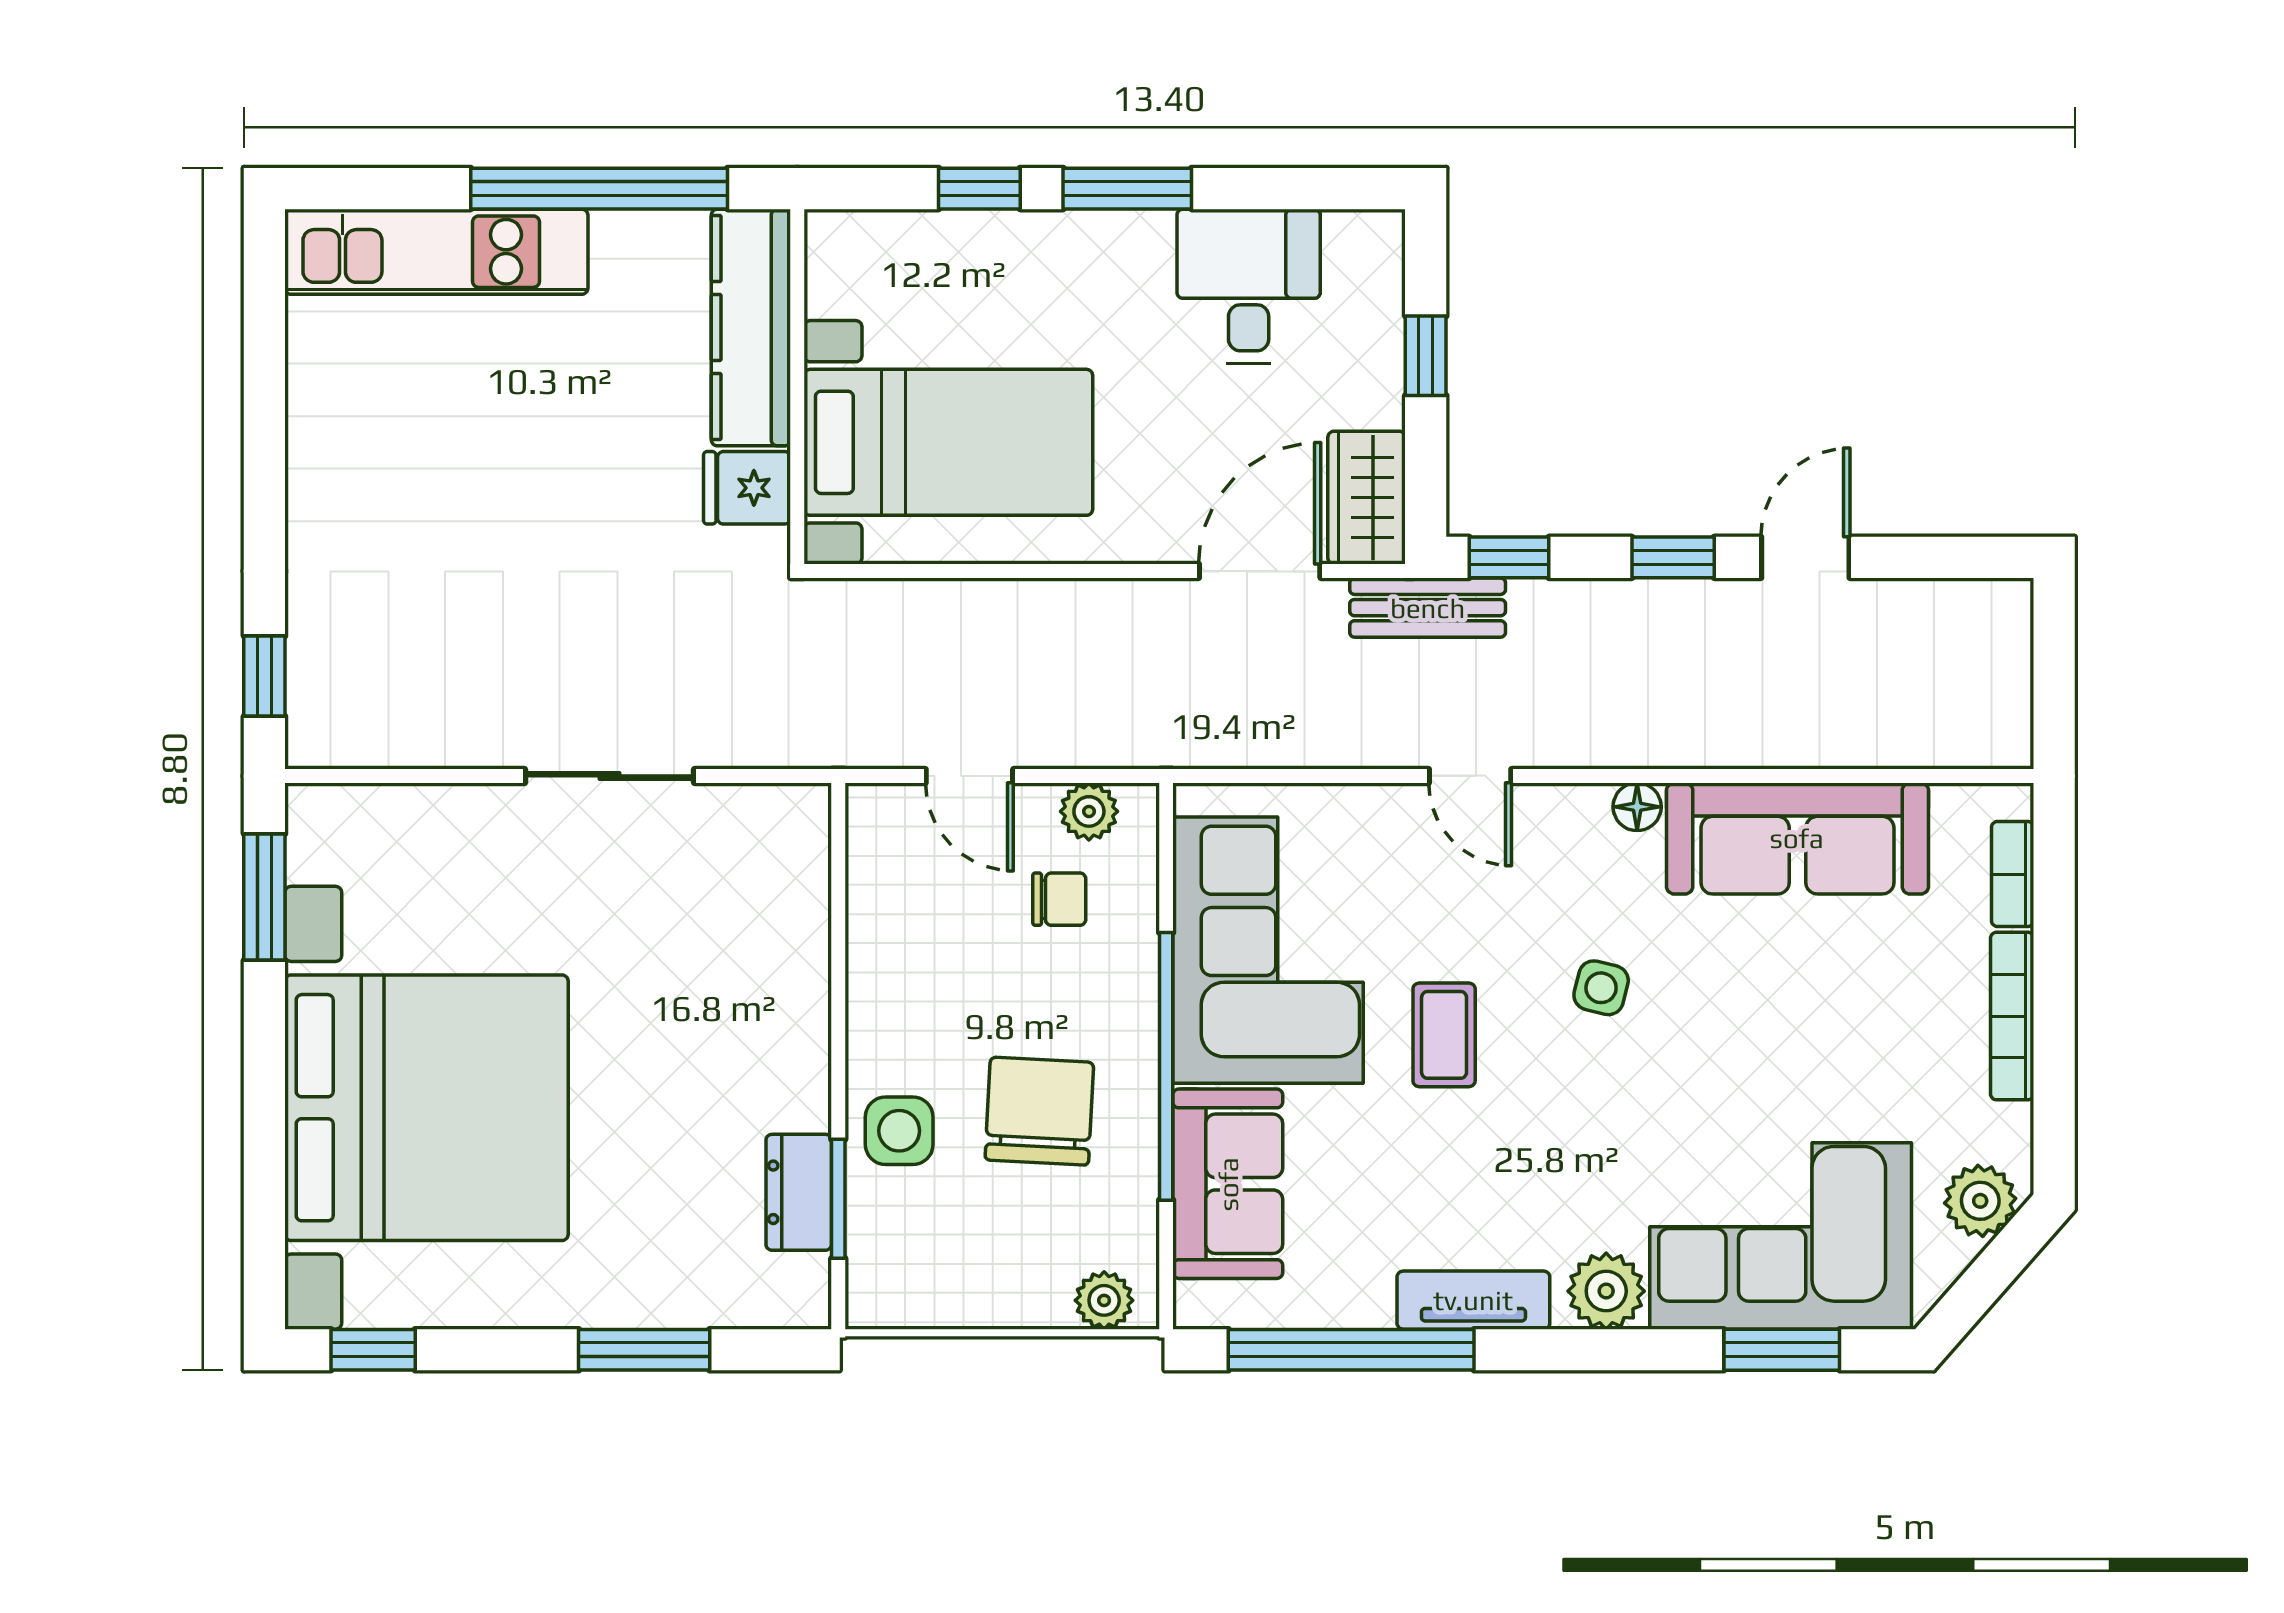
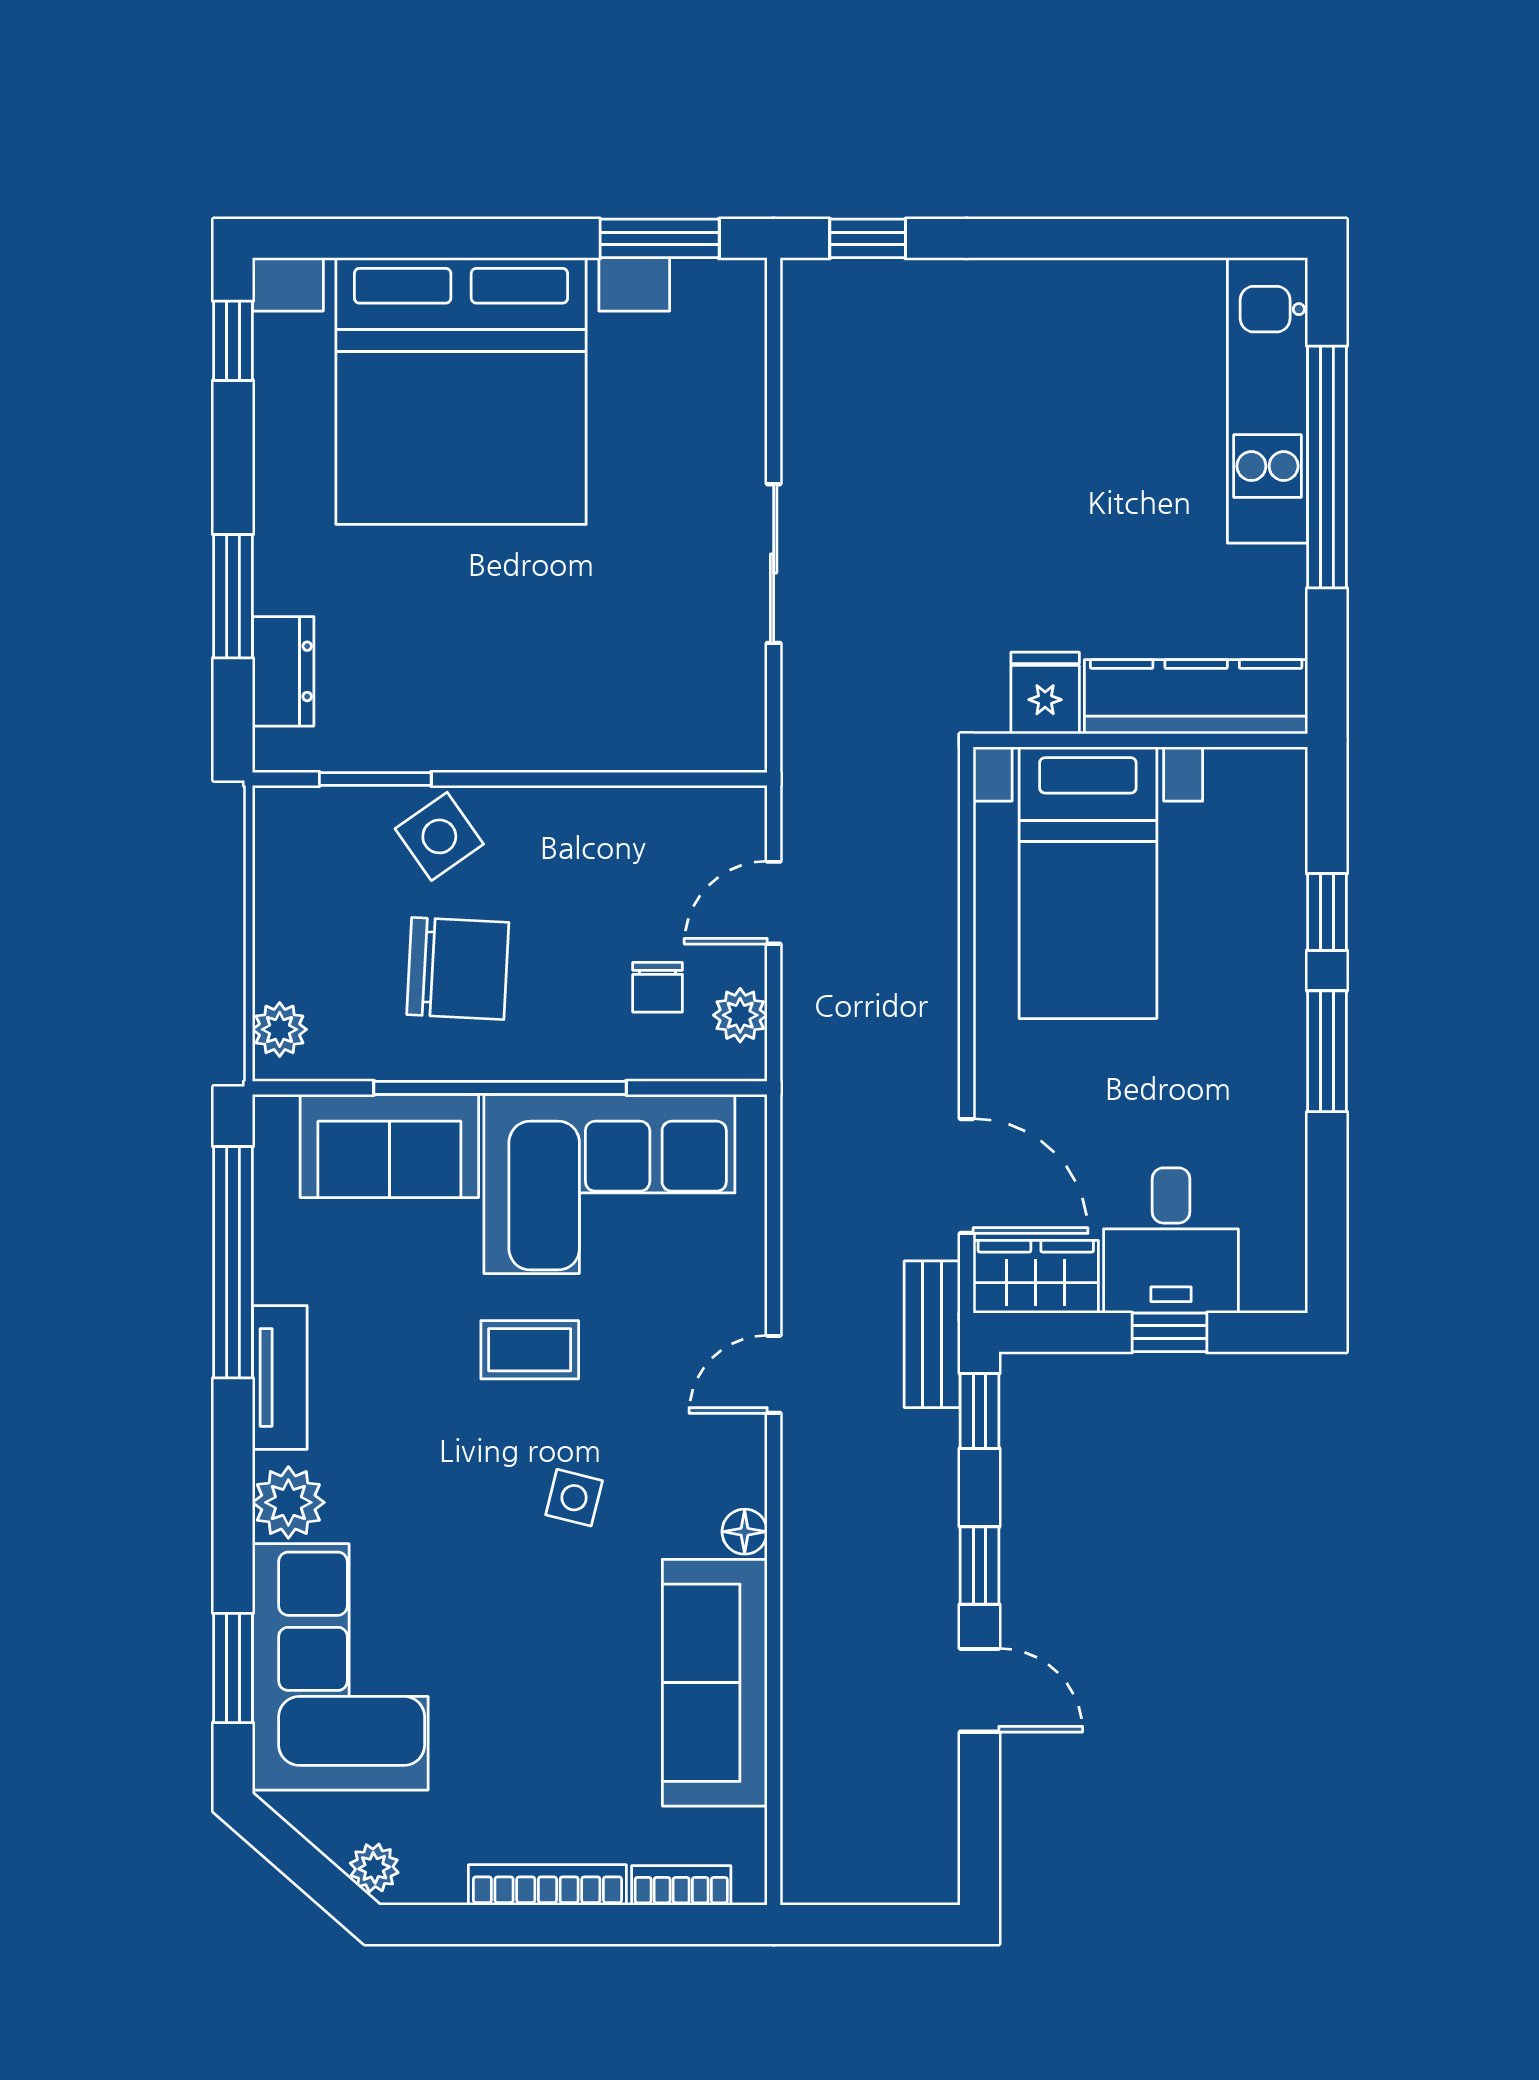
window: (599, 189) -> (1327, 467), moved
desk: (1249, 286) -> (1171, 1240), moved, turned 90
side table: (899, 1131) -> (439, 836), turned -35
dresser: (799, 1192) -> (283, 671), moved, turned 90
plant: (1980, 1201) -> (374, 1868), width x0.73, depth x0.73

